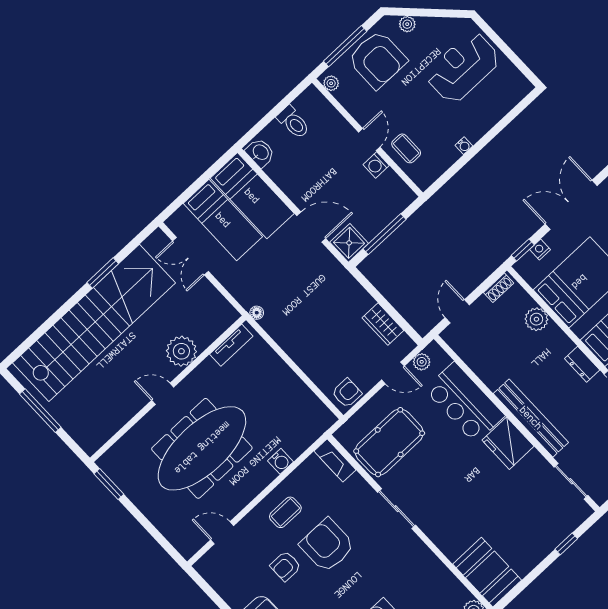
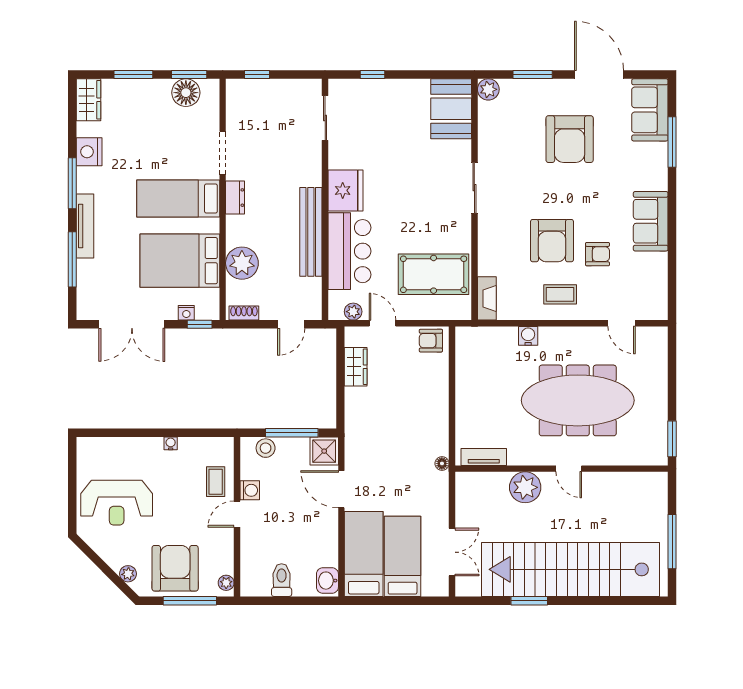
stool: (393, 206) -> (266, 448), added
plant: (536, 319) -> (242, 263), width x1.36, depth x1.36
bench: (531, 418) -> (311, 232), moved
sliding door: (397, 509) -> (474, 188), moved

